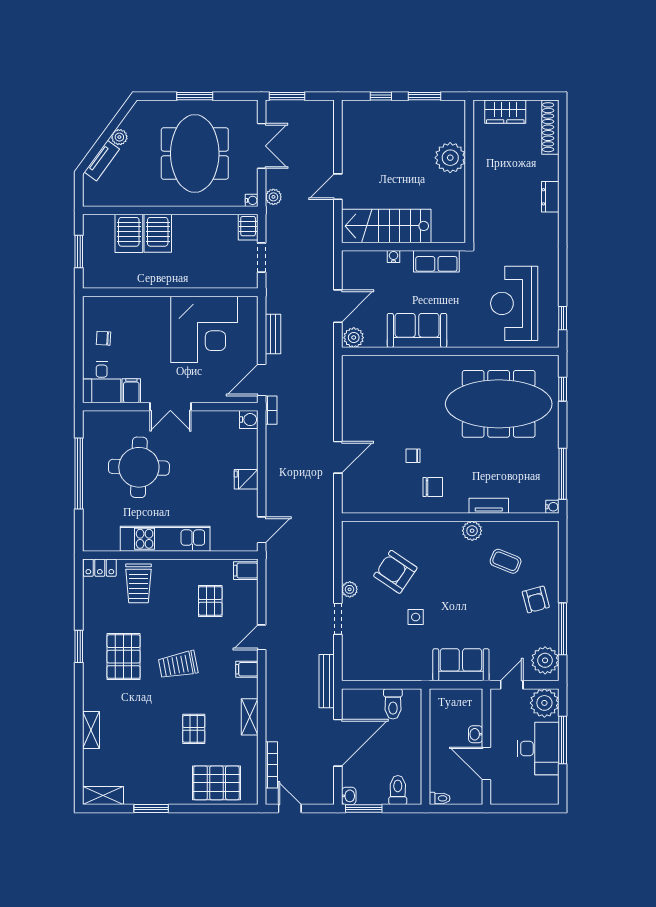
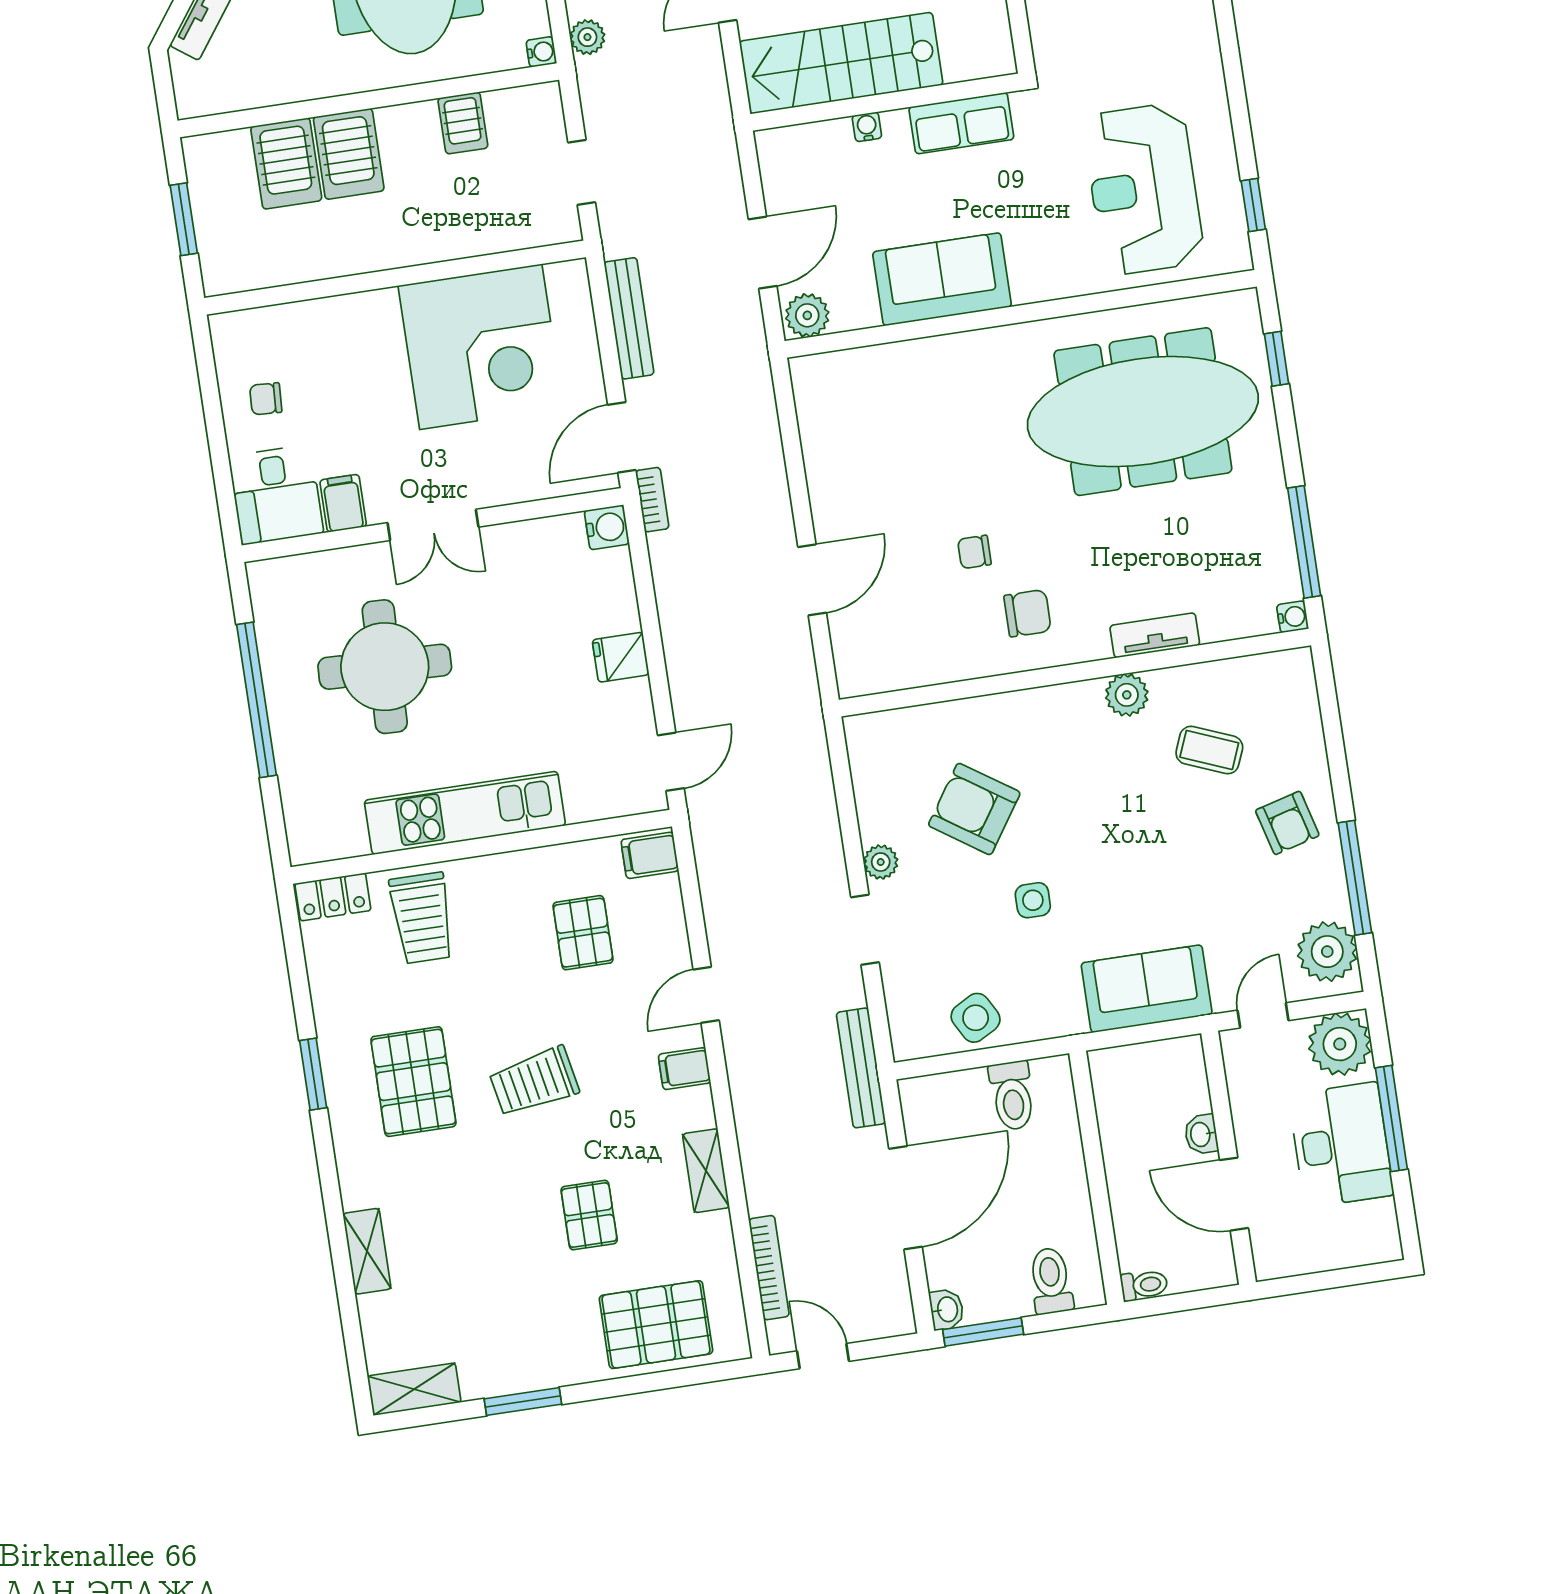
server rack: (248, 227) -> (463, 123), moved
bench: (273, 334) -> (629, 318), width x1.36
side table: (382, 666) -> (976, 1018), added

